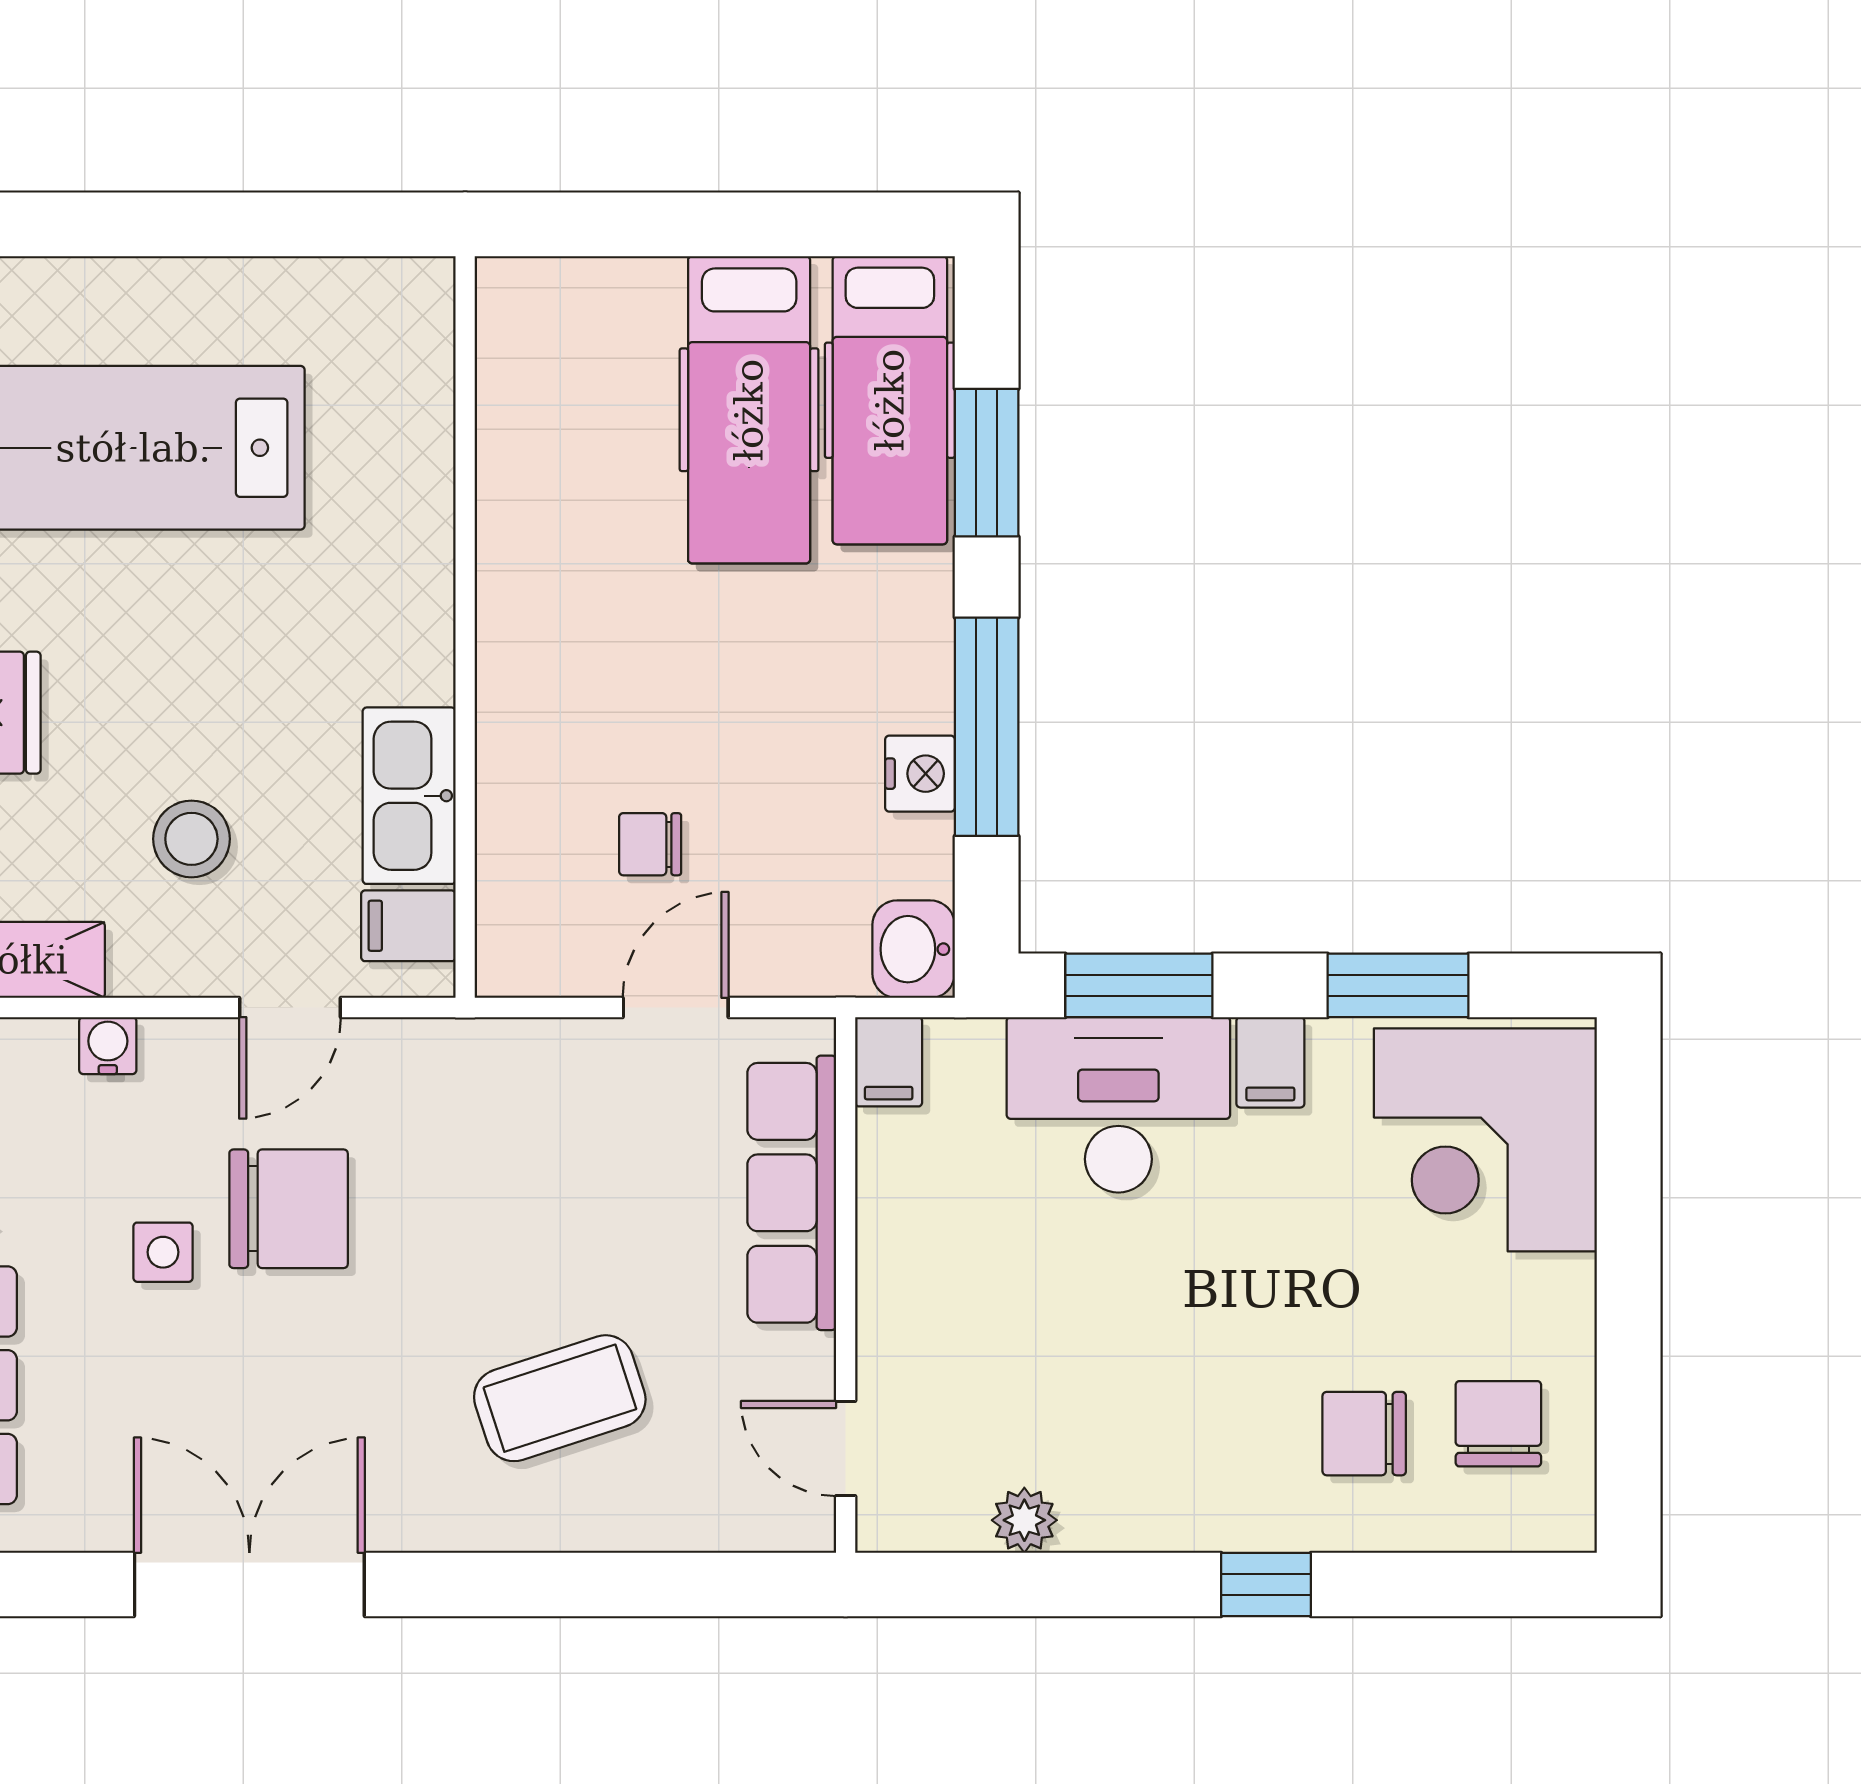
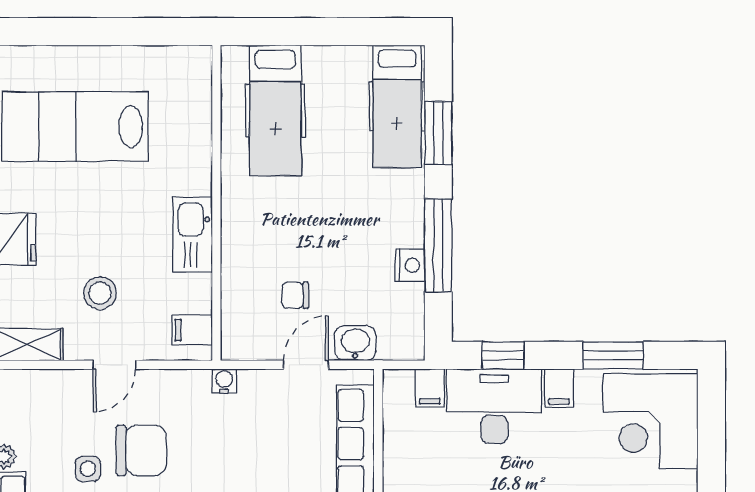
hospital bed: (749, 410) -> (275, 110), moved
kitchen sink: (409, 796) -> (193, 235), moved
washbasin: (914, 949) -> (355, 343), moved, turned 90
window: (1139, 985) -> (503, 355), width x0.67
door: (290, 1008) -> (114, 365), moved
water cooler: (108, 1046) -> (224, 381), moved
filing cabinet: (889, 1062) -> (430, 388), moved

